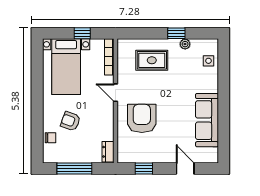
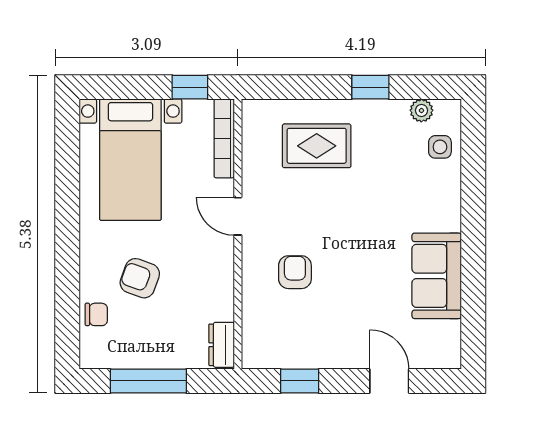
window: (82, 33) -> (190, 87), moved
plant: (185, 44) -> (421, 110), moved
armchair: (142, 118) -> (295, 272), width x0.53, depth x0.53
sofa: (207, 120) -> (437, 276), width x0.73

